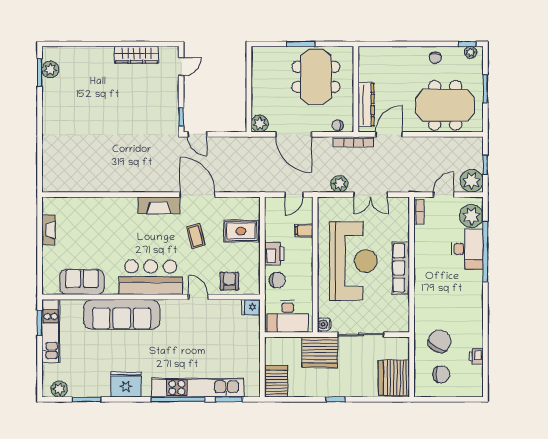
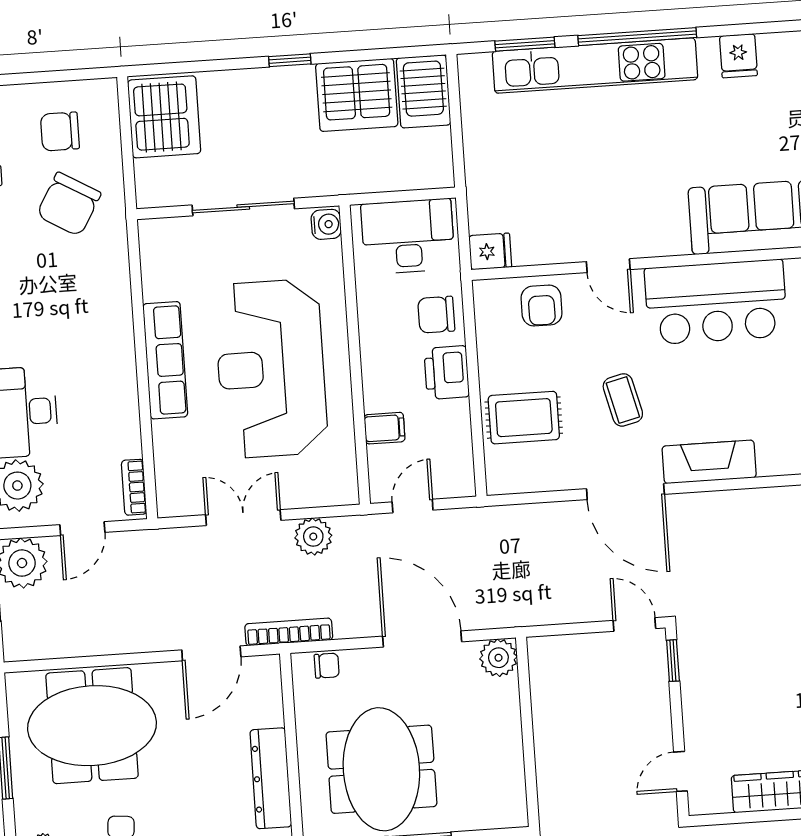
dresser: (366, 105) -> (271, 778), moved
server rack: (320, 352) -> (357, 95), moved, turned 180
fridge: (126, 384) -> (738, 56), width x0.53, depth x0.75

